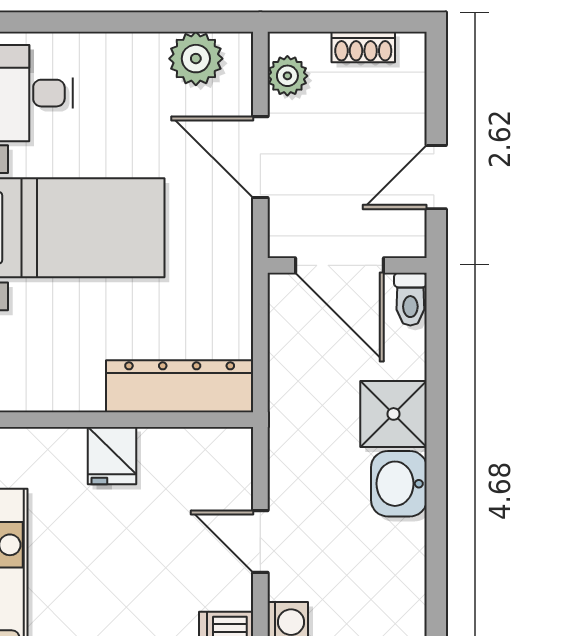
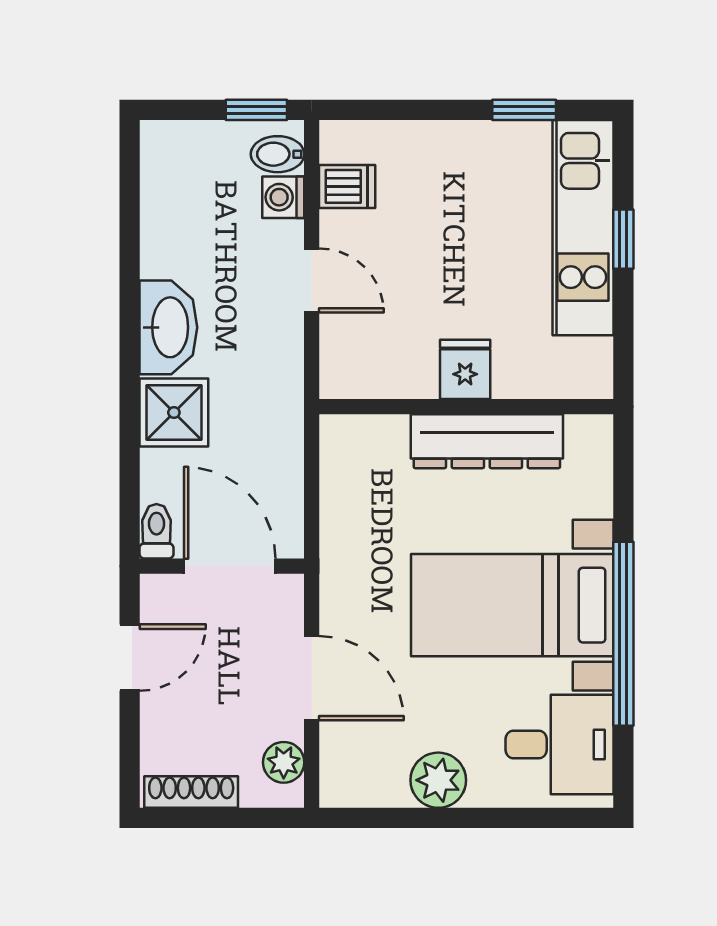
shoe rack: (363, 47) -> (191, 792), width x1.43
plant: (196, 59) -> (438, 780), moved
dresser: (180, 386) -> (487, 441), moved
washbasin: (399, 484) -> (168, 327), width x1.38

